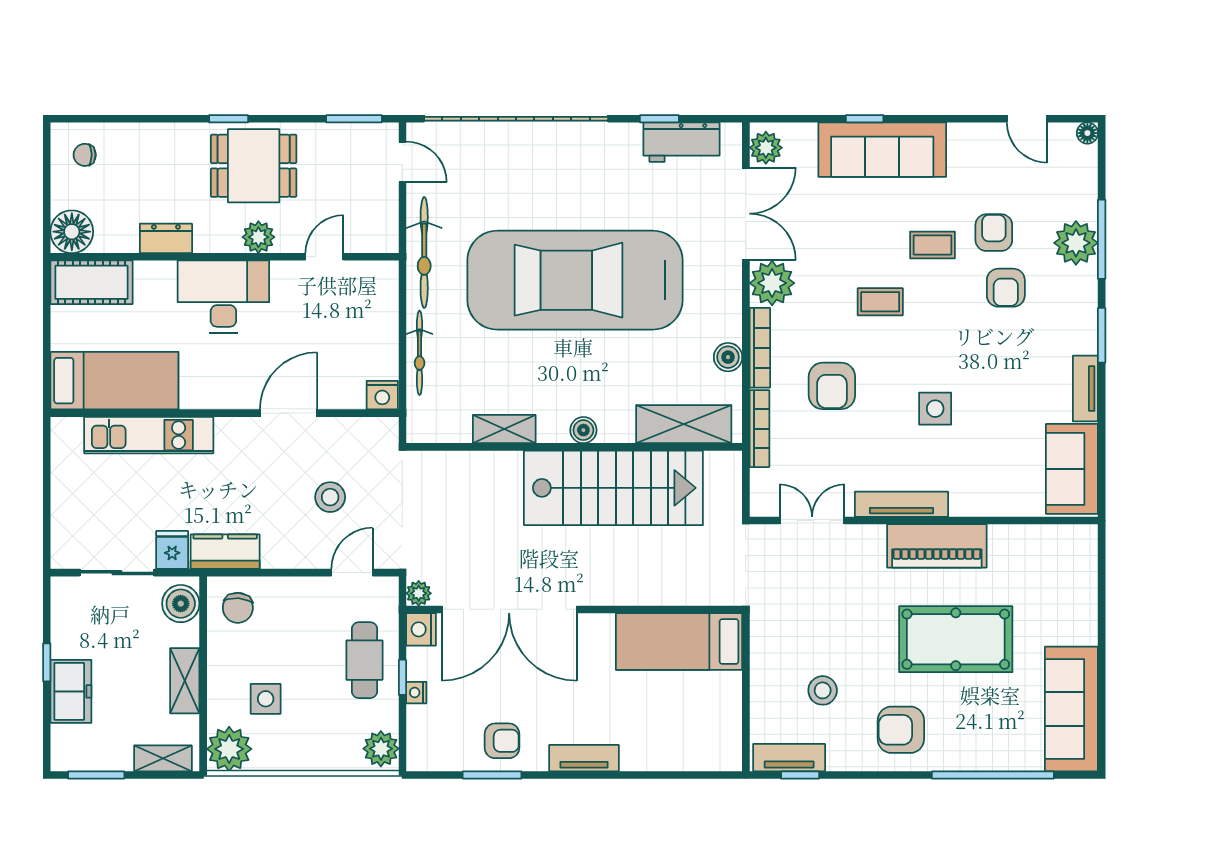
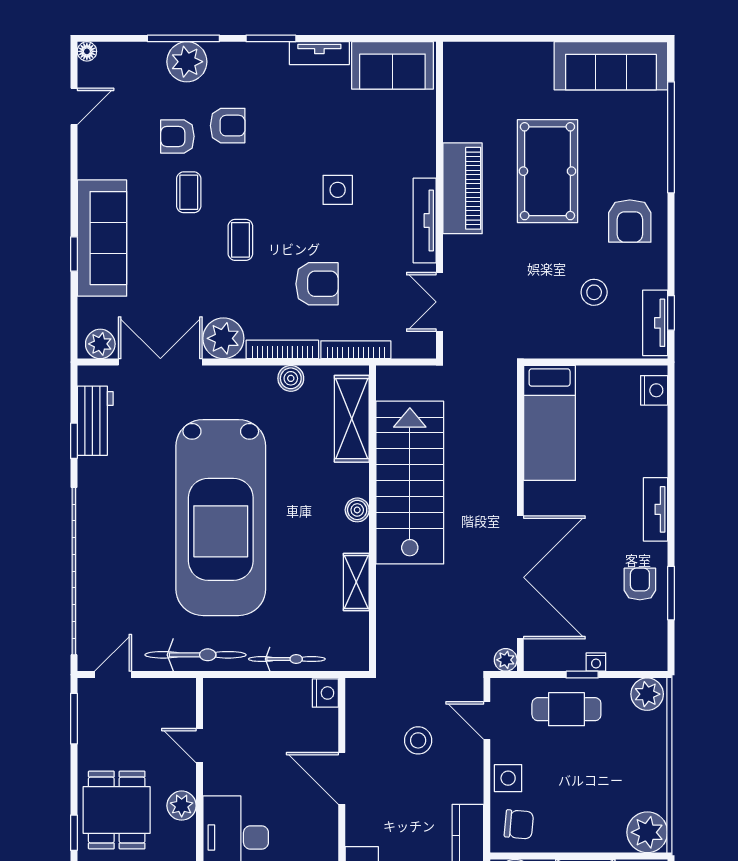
nightstand: (421, 629) -> (654, 390), moved, turned -90
side table: (266, 699) -> (508, 778), moved

